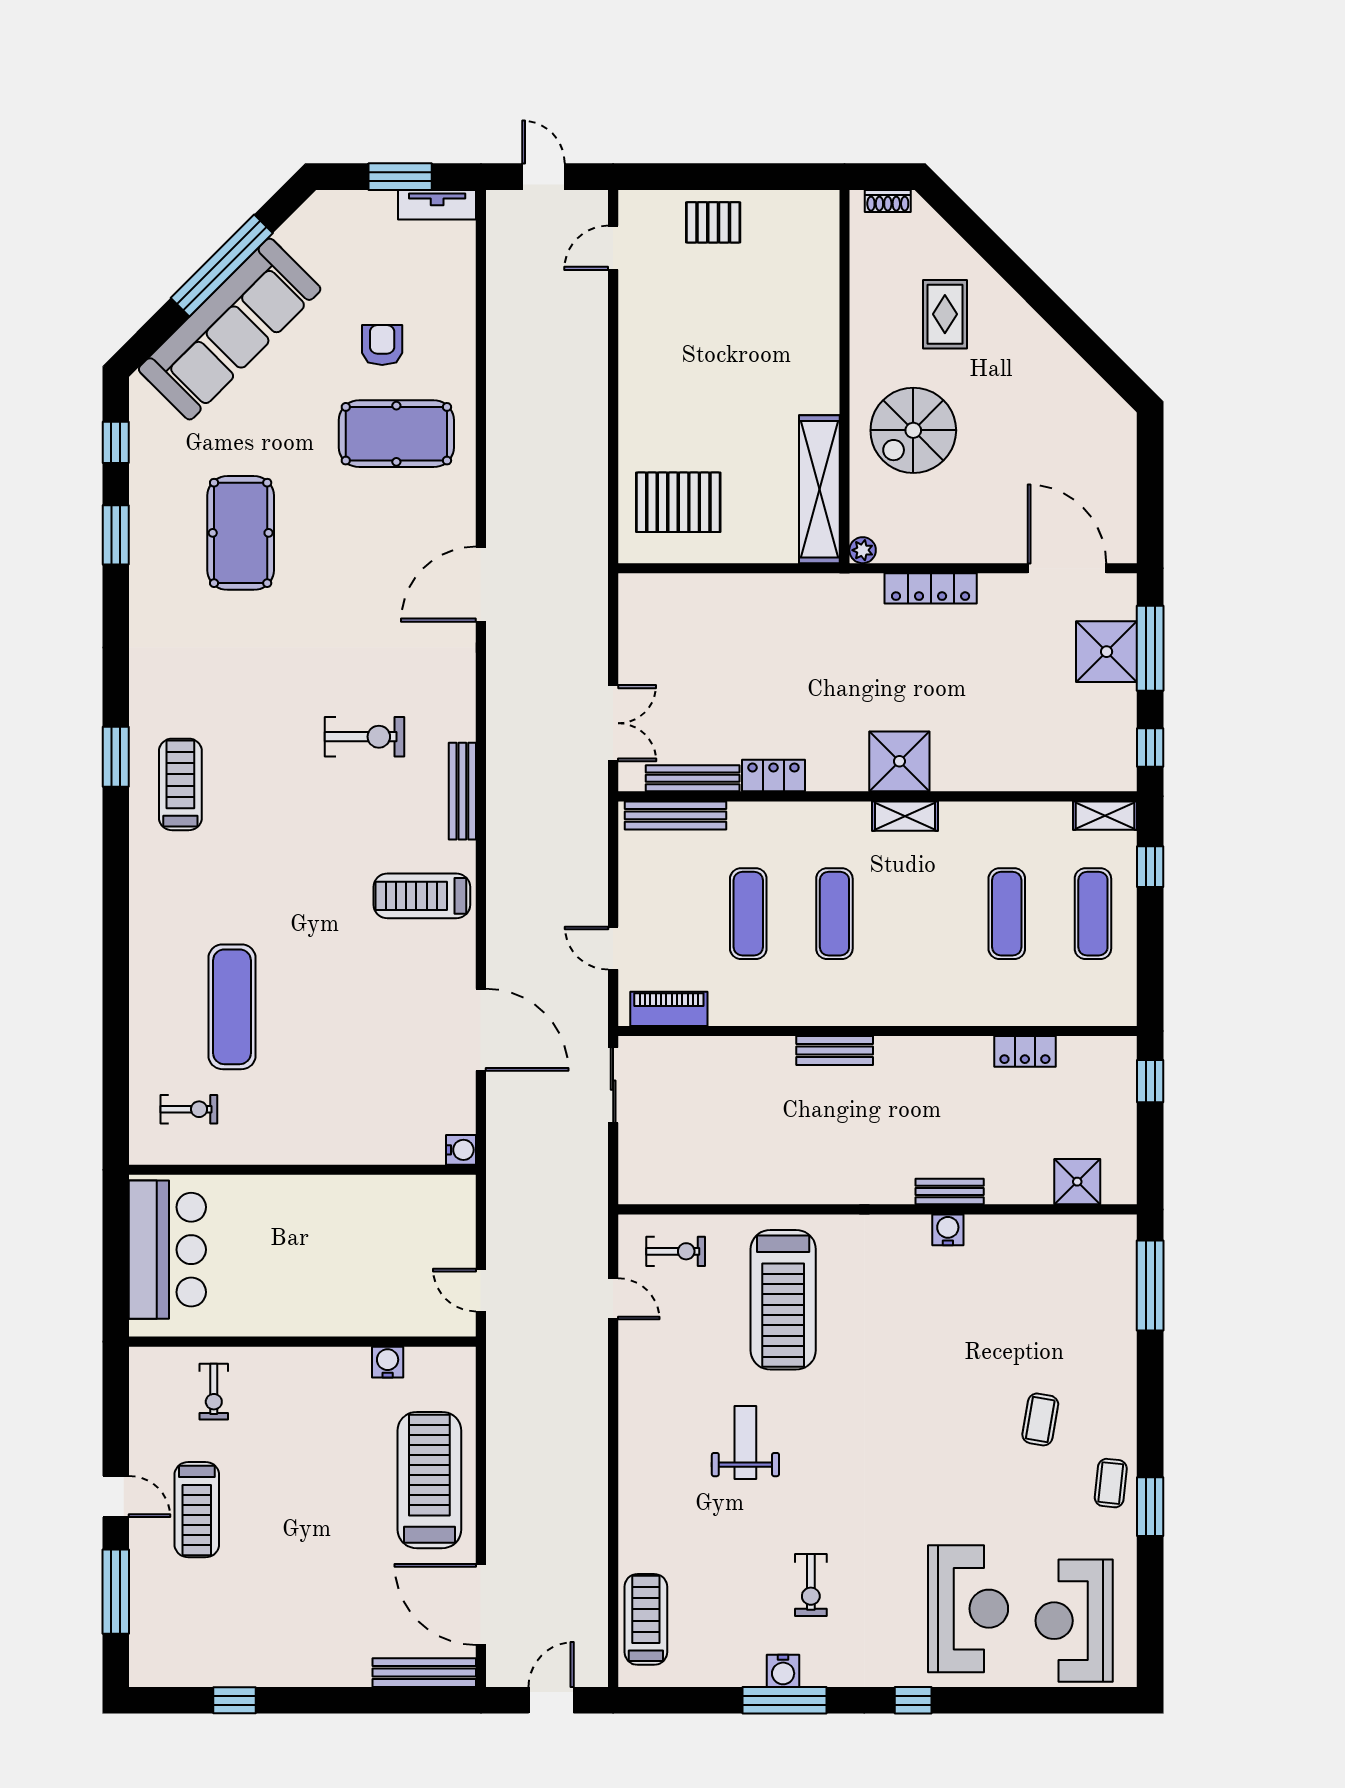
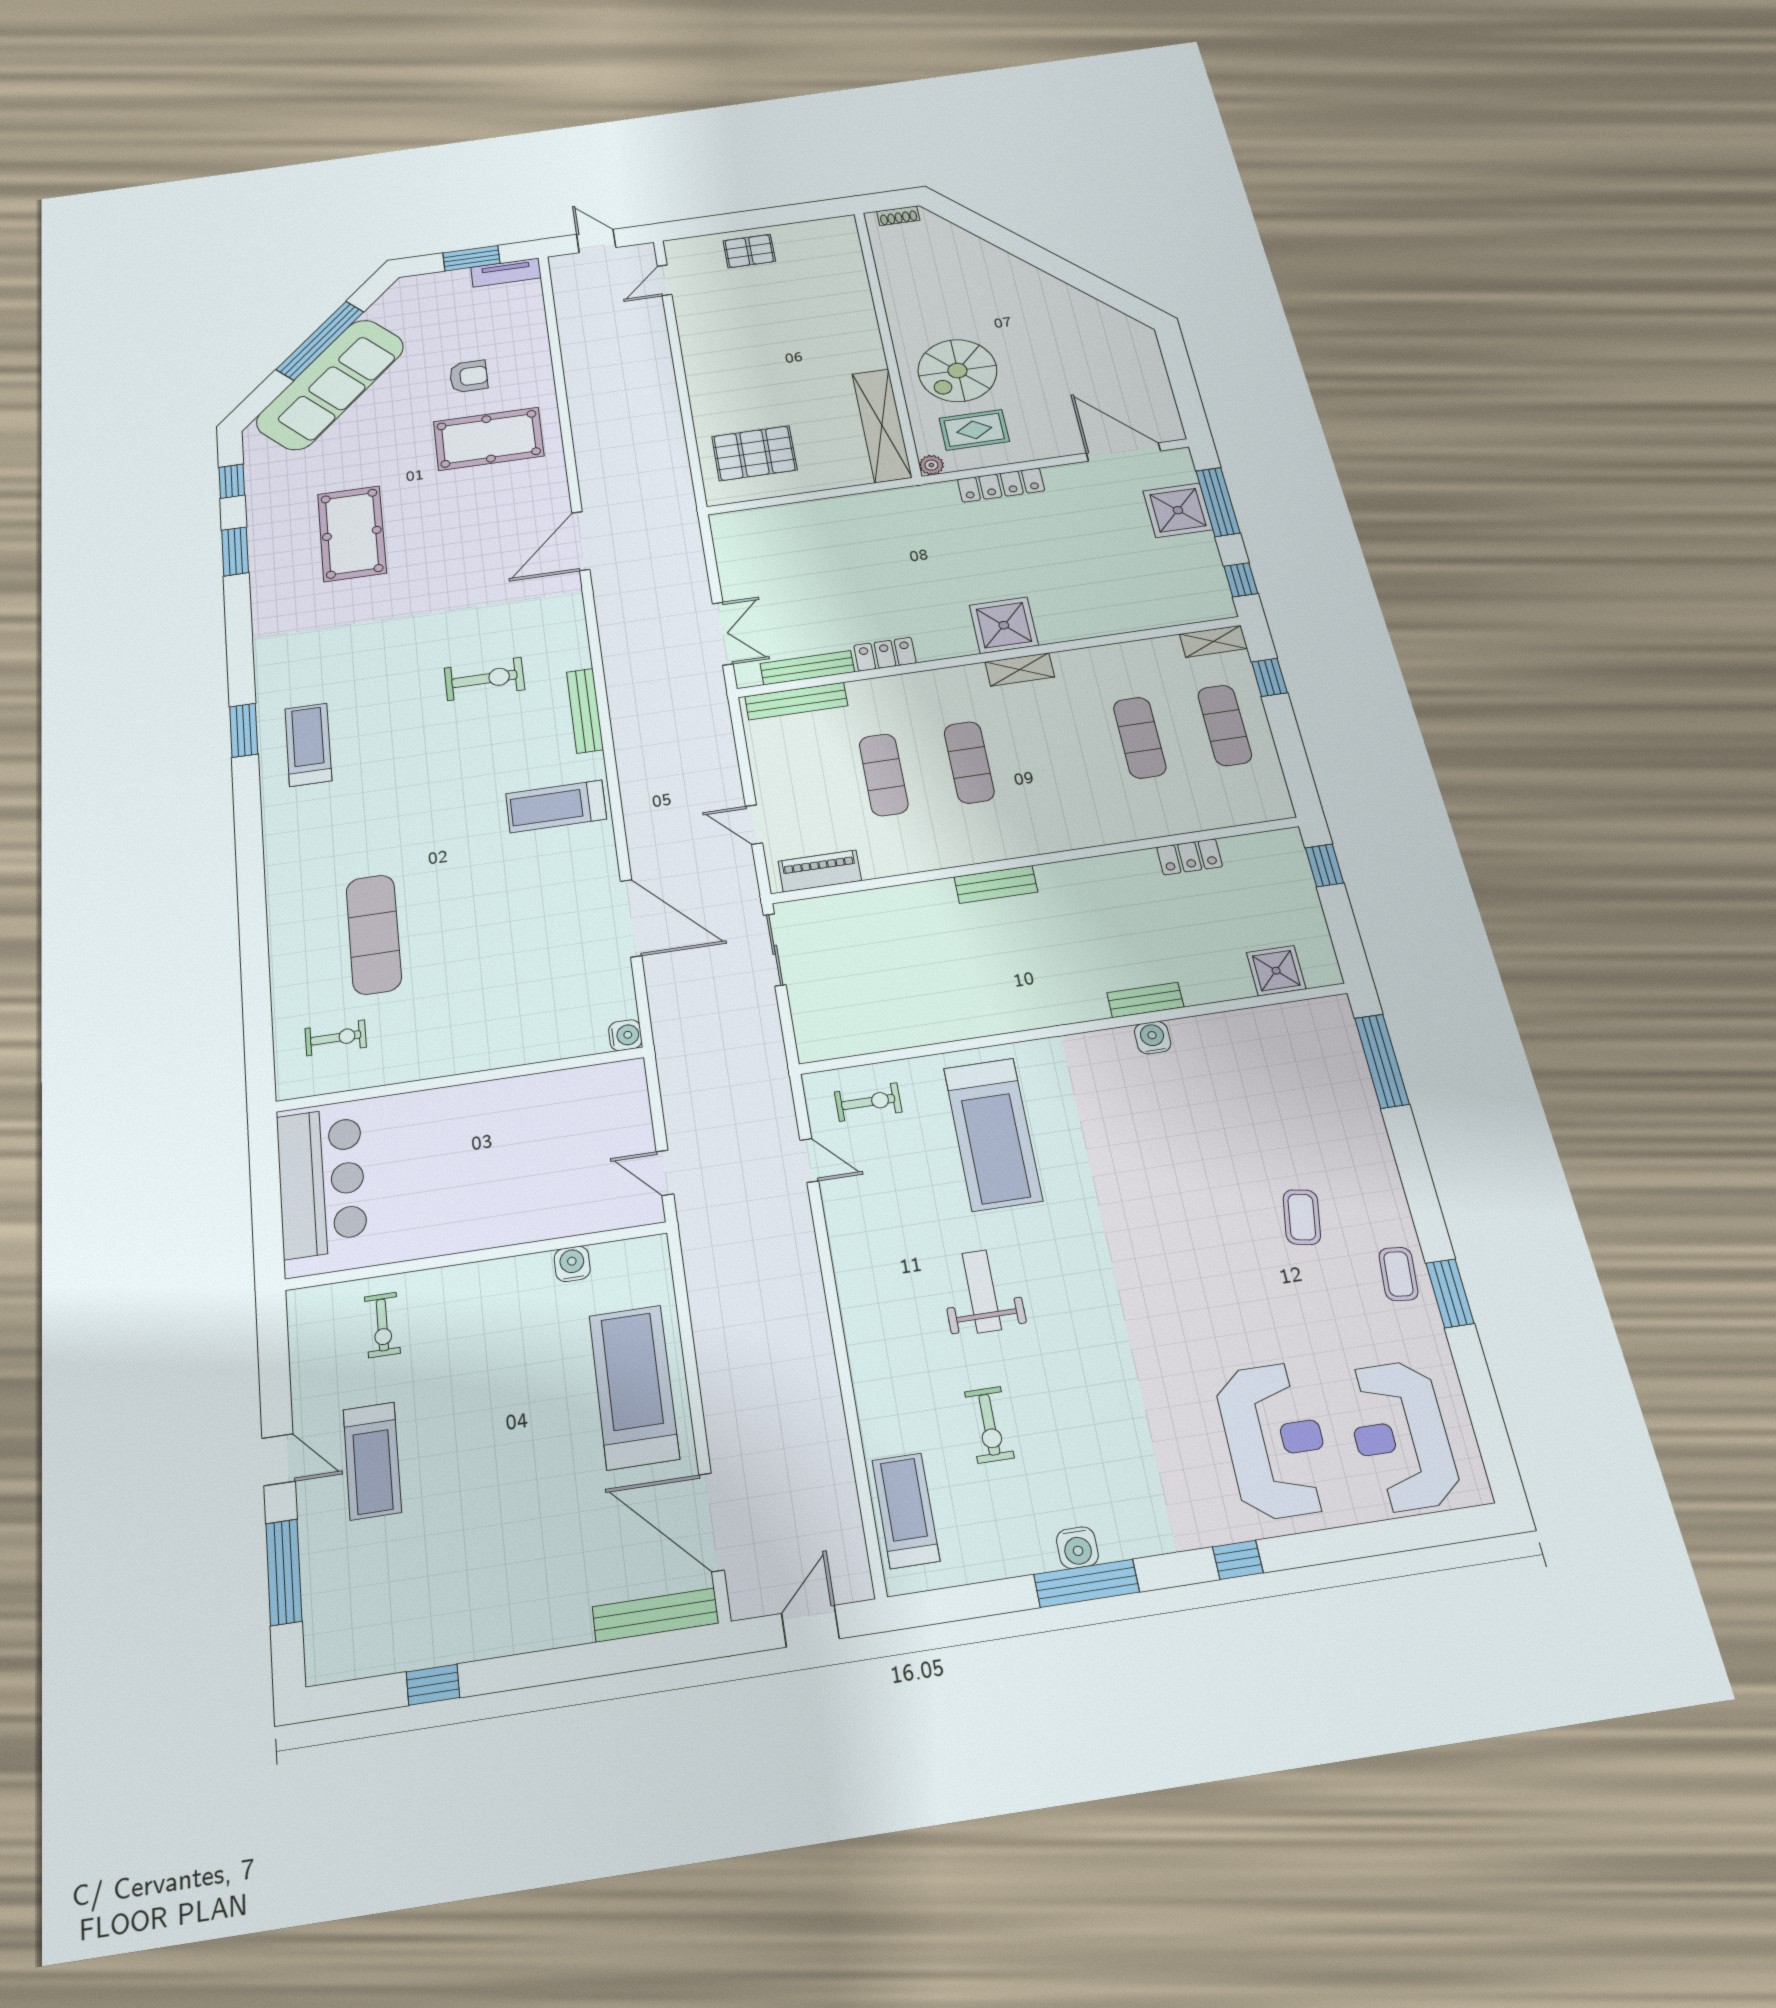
rug: (945, 314) -> (974, 430), moved, turned 90
armchair: (382, 345) -> (469, 376), turned 90
exercise bike: (811, 1585) -> (989, 1425), moved

